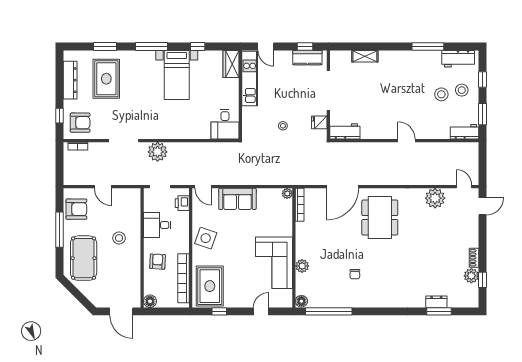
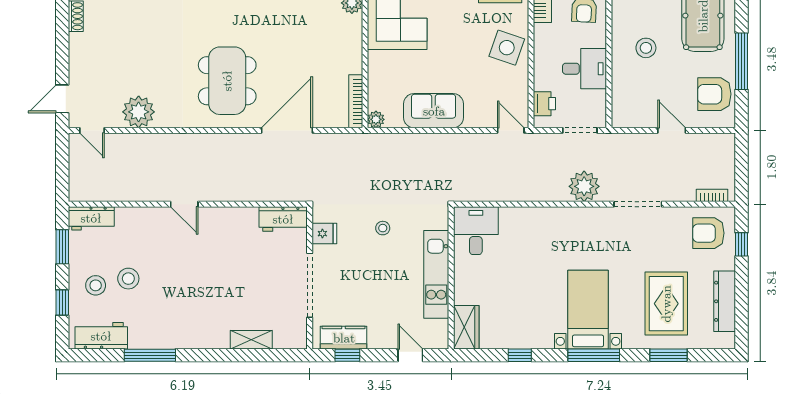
bed with nightstands: (177, 75) -> (588, 310), moved
kitchen unit: (250, 78) -> (436, 274), moved
sofa: (237, 199) -> (434, 111), moved

